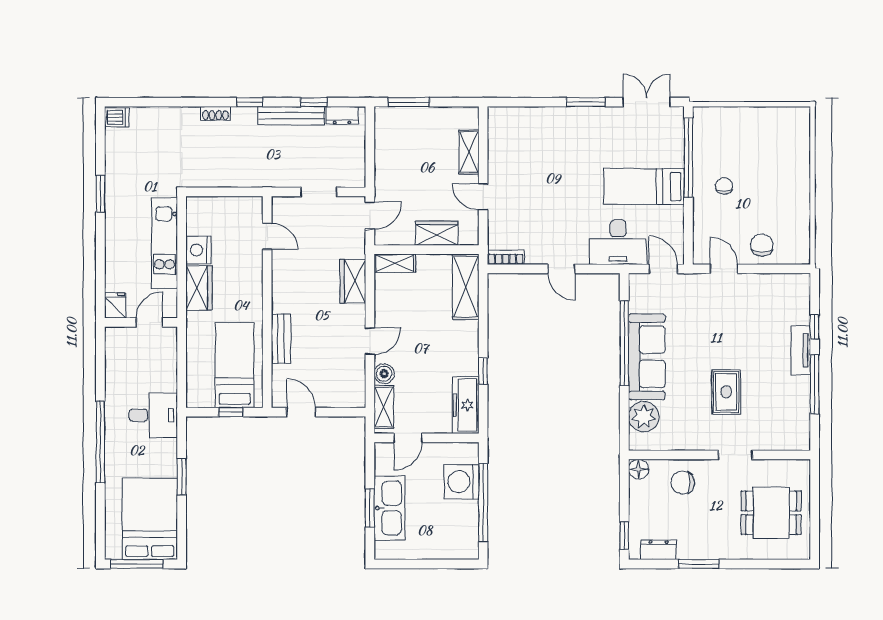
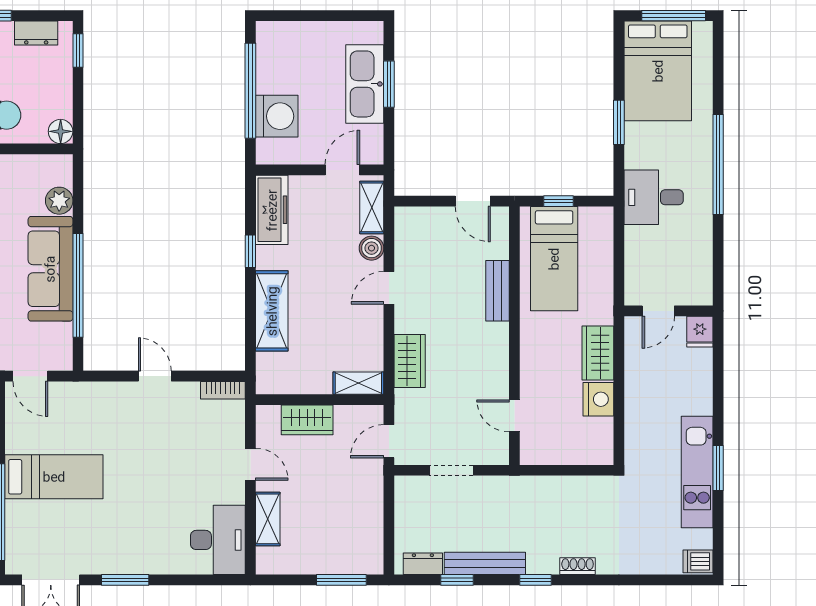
desk: (618, 242) -> (218, 540), moved, turned 90
kitchen unit: (164, 243) -> (697, 472), moved, turned 180
shelving: (466, 287) -> (272, 311), moved
plant: (644, 417) -> (59, 201), width x0.73, depth x0.73

